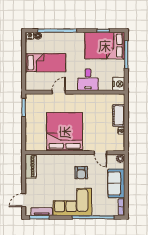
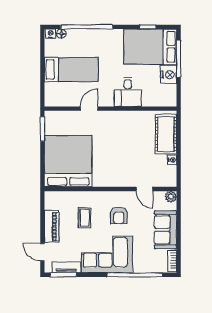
nightstand: (119, 84) -> (169, 75), moved
cot: (119, 115) -> (166, 134), width x1.37, depth x1.34
bed: (65, 132) -> (68, 161), moved
piano: (31, 166) -> (52, 227), moved
coffee table: (55, 174) -> (85, 218), added
door: (24, 200) -> (42, 252), hinge flipped

